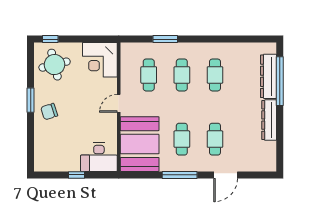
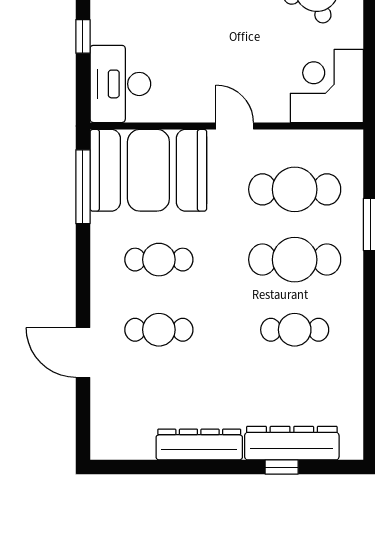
cafe table: (149, 75) -> (295, 189), width x1.37, depth x1.35
cafe table: (182, 75) -> (295, 260), width x1.37, depth x1.35
window: (280, 81) -> (282, 467), width x0.32
window: (180, 175) -> (83, 187), moved

